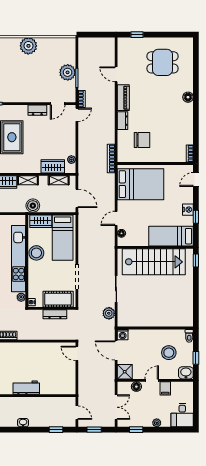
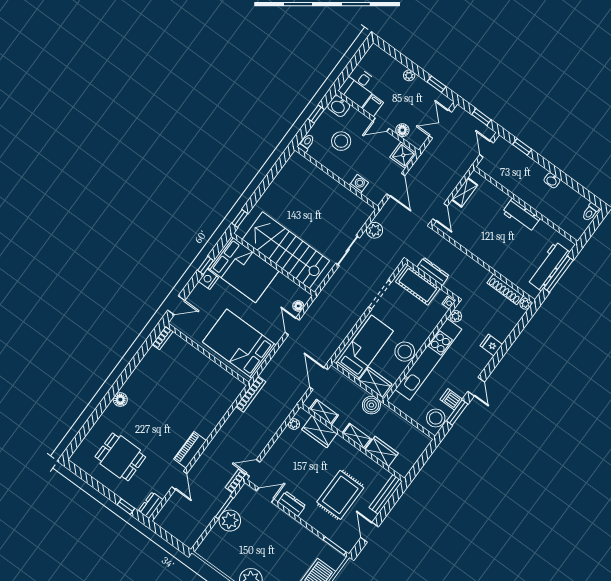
dresser: (122, 121) -> (151, 505), moved
chair: (142, 140) -> (203, 390), removed
door: (116, 218) -> (292, 326), swing flipped
bed: (171, 236) -> (243, 269), width x1.50
washing machine: (123, 335) -> (359, 184), moved
shelving: (71, 376) -> (465, 192), added
desk: (182, 415) -> (359, 87), moved, turned 180

